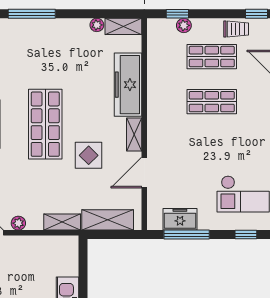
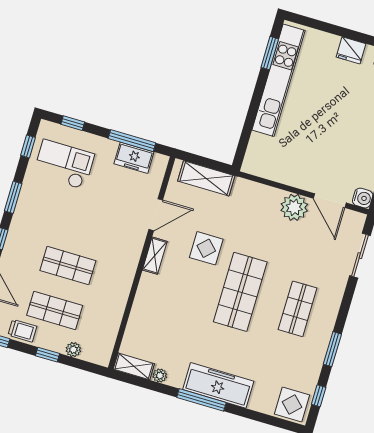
window: (32, 14) -> (201, 400), moved
window: (177, 14) -> (47, 355), moved
trolley: (236, 29) -> (22, 331), turned 180
freezer: (128, 85) -> (218, 385), moved, turned -90
shelving: (62, 222) -> (252, 190), removed
plant: (18, 223) -> (294, 207), width x1.87, depth x1.87

